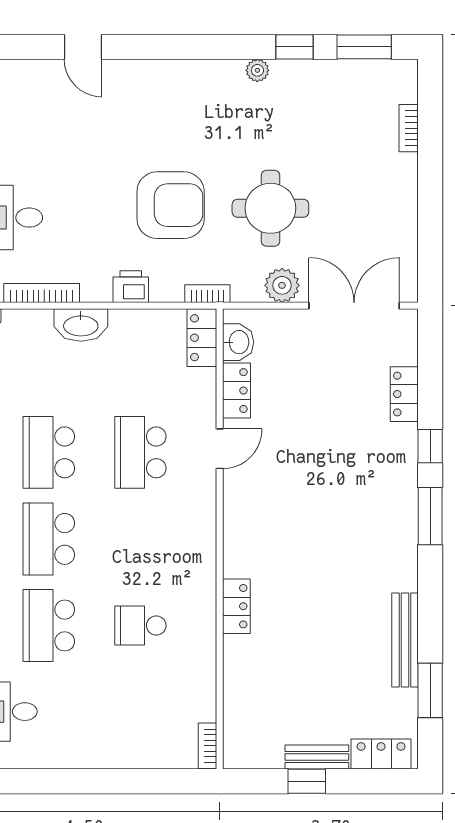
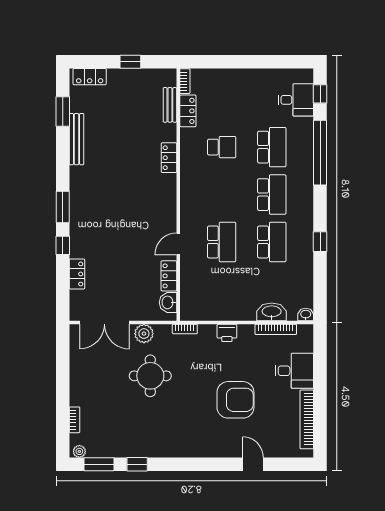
plant: (257, 70) -> (79, 451), moved
armchair: (171, 205) -> (235, 400), moved, turned 180
washbasin: (81, 325) -> (272, 312), moved
locker: (202, 338) -> (188, 111), moved
bench: (317, 757) -> (170, 105), moved, turned 90

